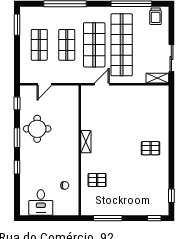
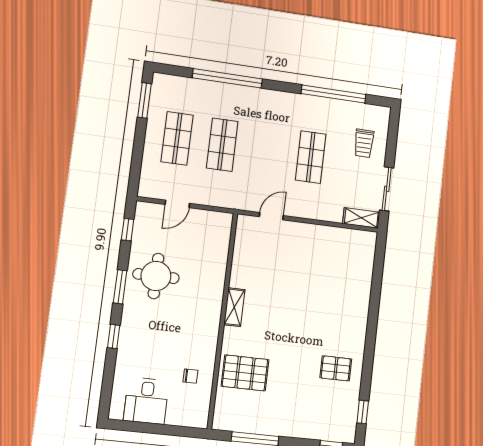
trolley: (156, 16) -> (364, 143), moved
shop shelf: (94, 45) -> (267, 151), removed
shop shelf: (122, 45) -> (311, 157), width x0.50, depth x0.74
pallet: (151, 148) -> (336, 368), moved
pallet: (97, 180) -> (245, 373), width x1.50, depth x1.42

